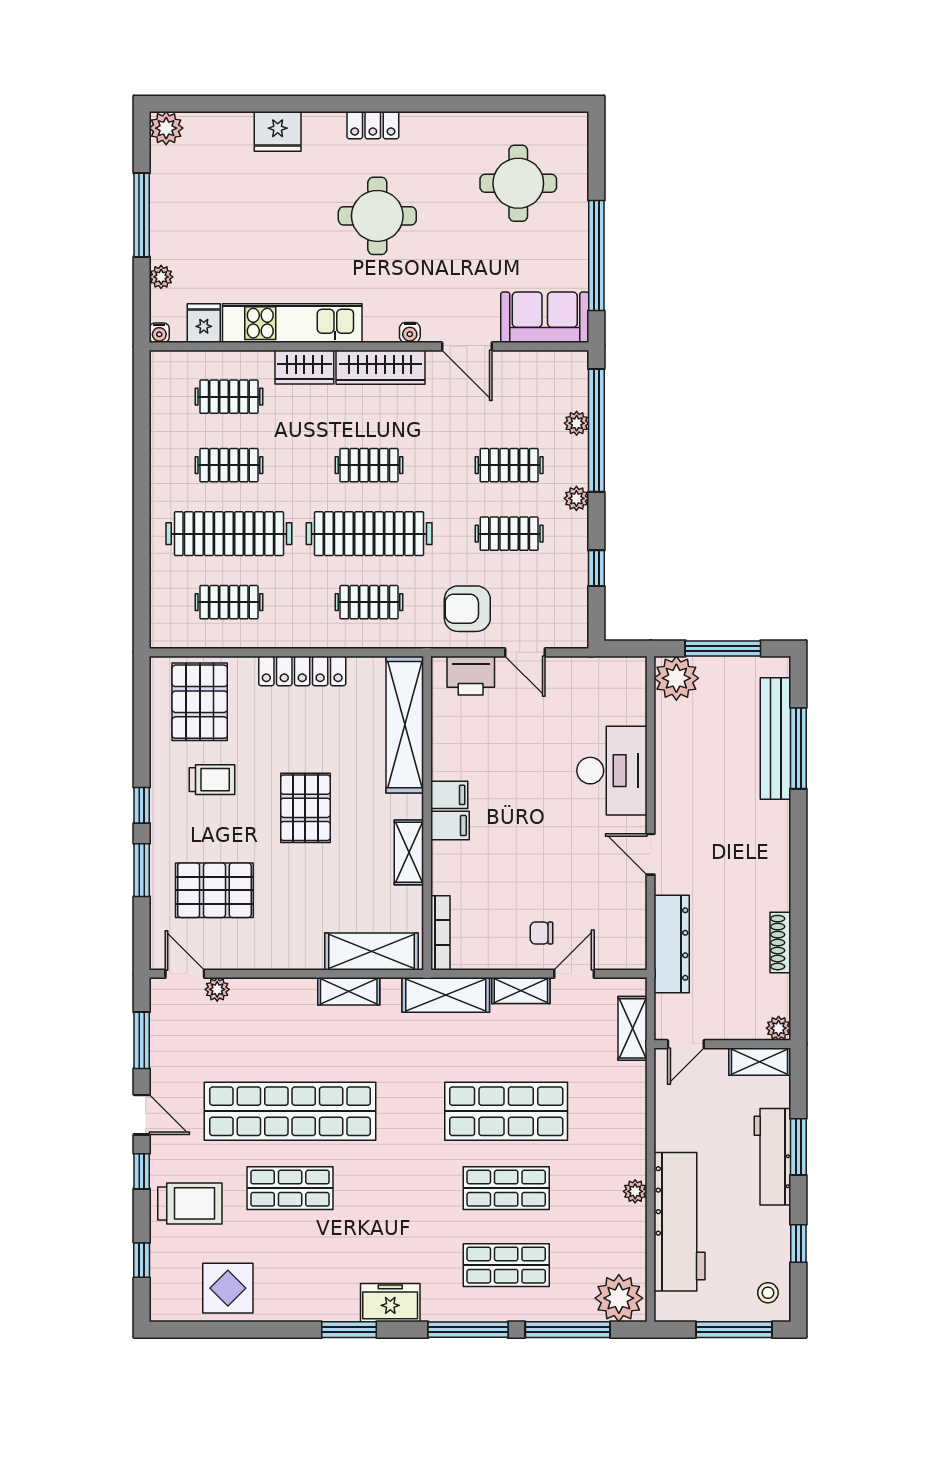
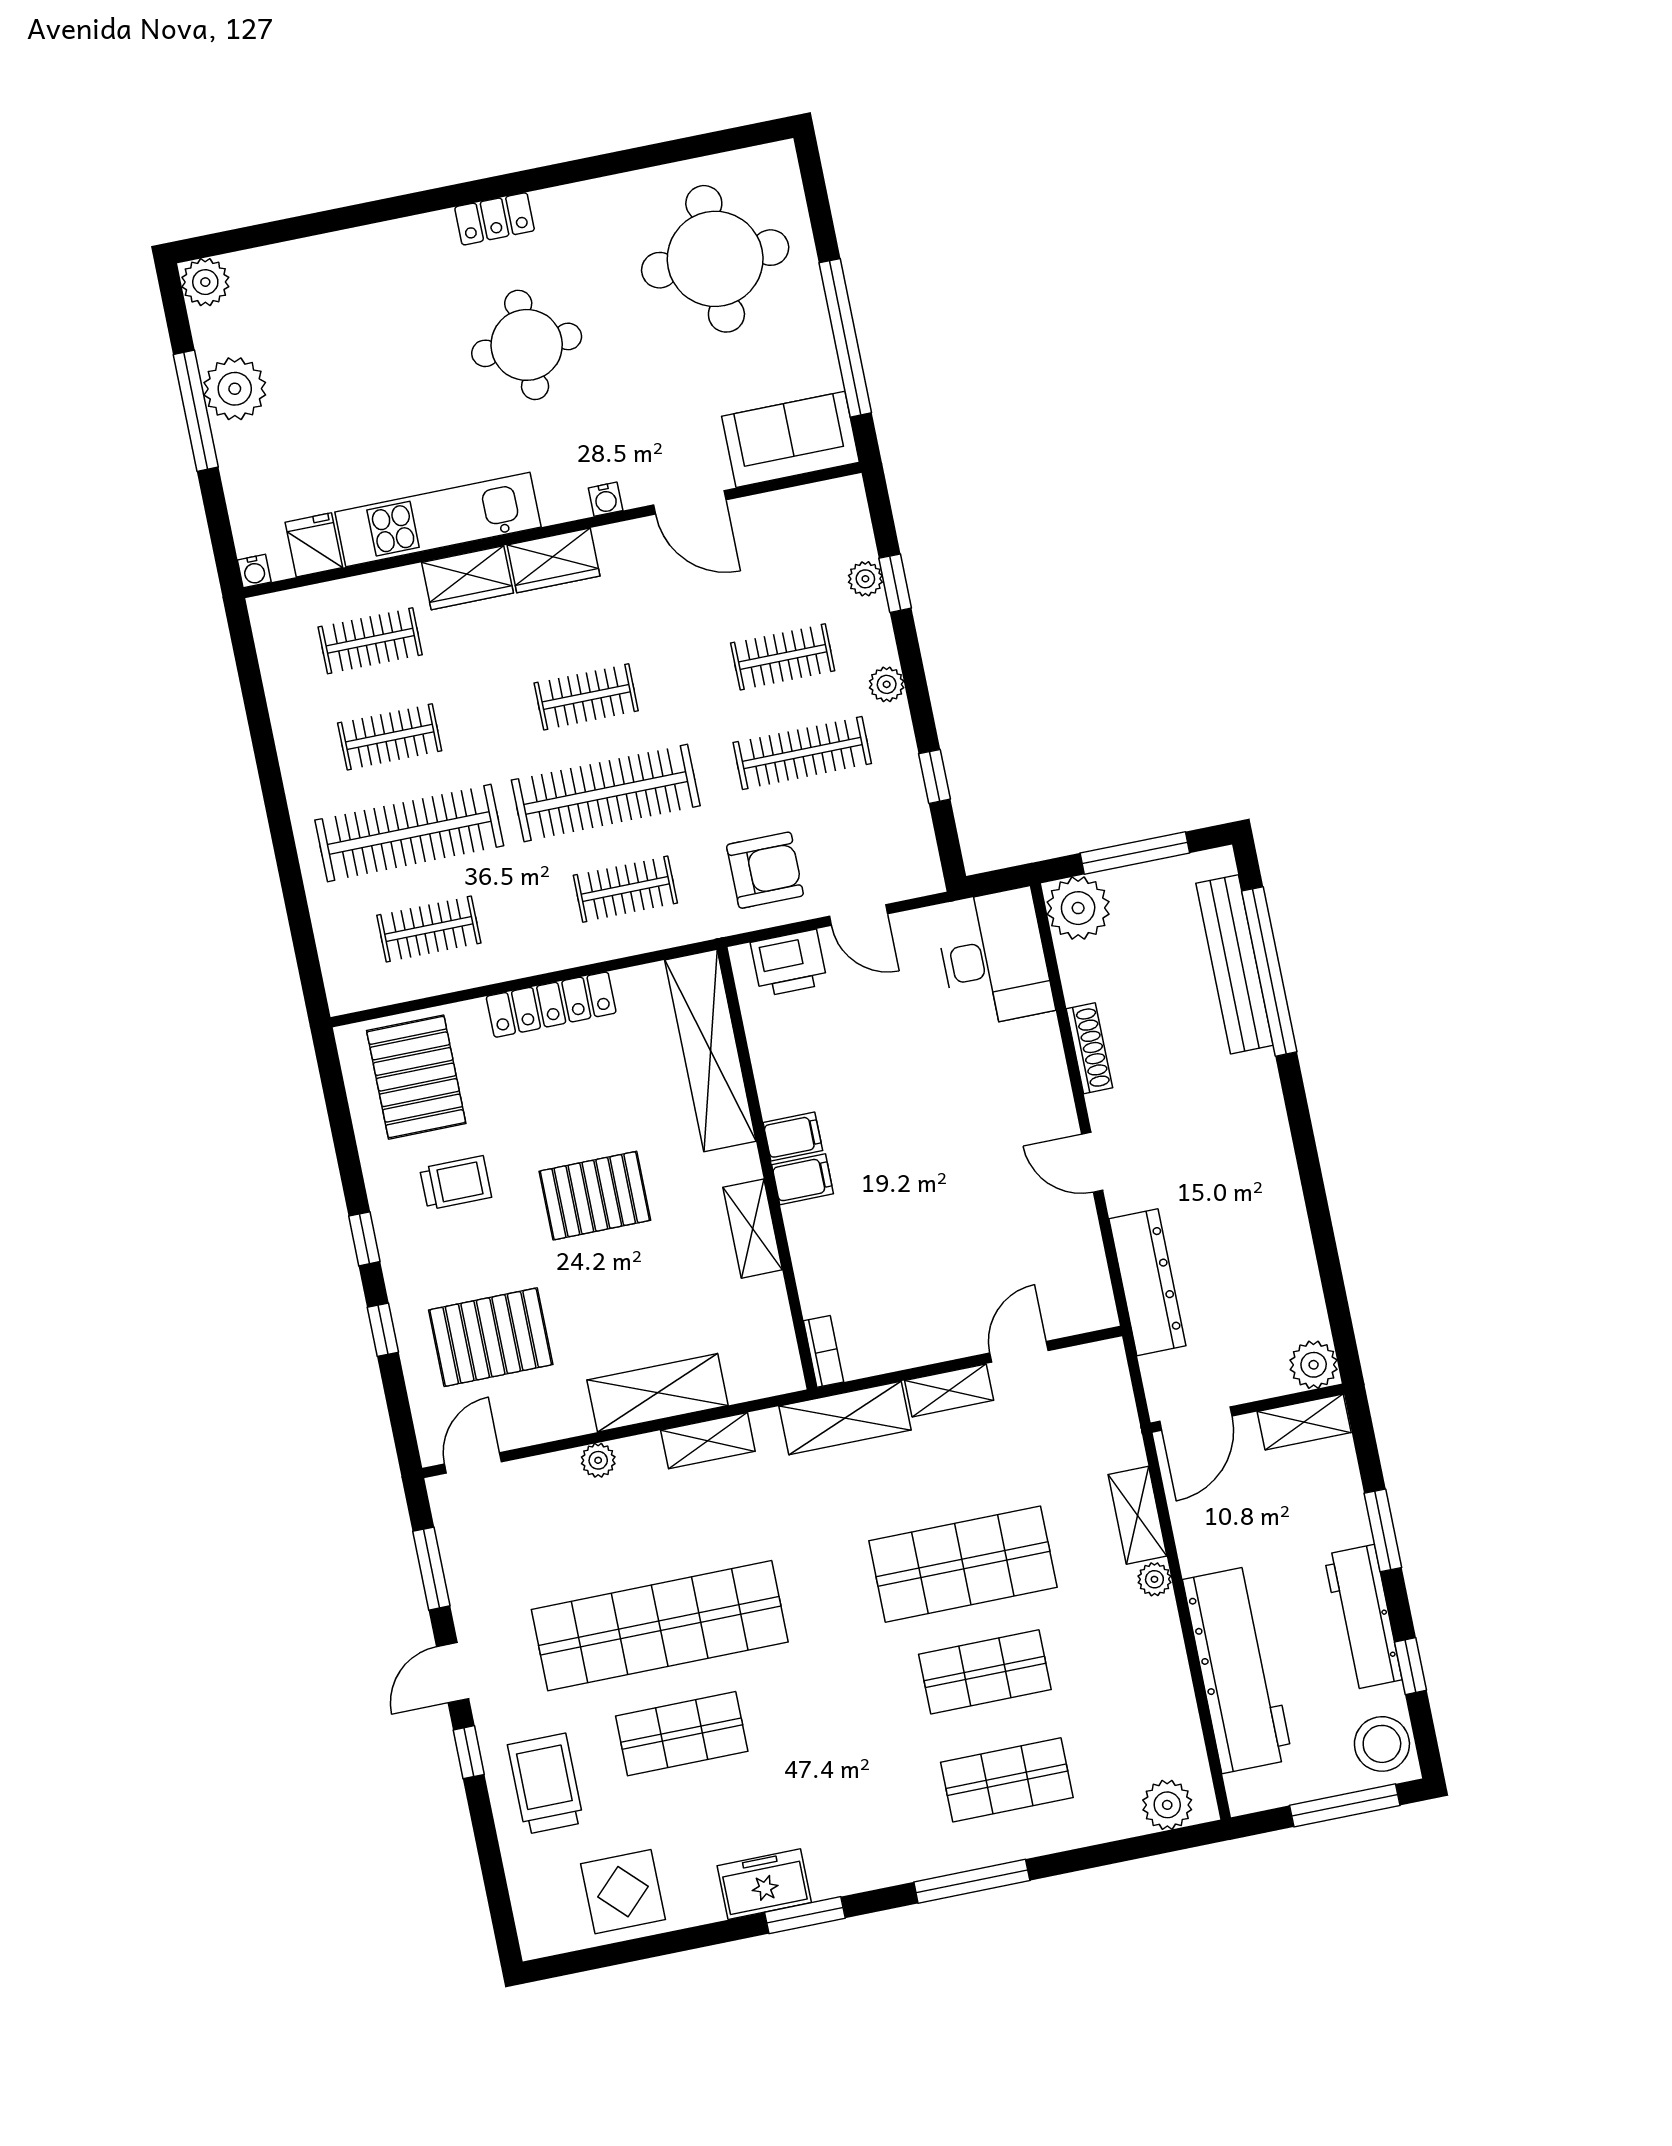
fridge: (278, 131) -> (363, 255), removed
round table: (518, 183) -> (715, 259), width x1.36, depth x1.36
plant: (161, 277) -> (235, 389), moved, width x1.87, depth x1.87
wardrobe: (380, 367) -> (554, 560), width x0.67
window: (596, 430) -> (895, 583), width x0.32
clothes rail: (509, 534) -> (802, 753), width x1.36
armchair: (467, 609) -> (765, 870), turned 180
window: (798, 748) -> (1269, 971), width x1.46
desk: (612, 771) -> (994, 958), moved
pallet: (305, 808) -> (595, 1196), turned 90
window: (142, 870) -> (383, 1330), width x0.67
bookcase: (440, 933) -> (824, 1351), width x0.64
chair: (541, 933) -> (962, 1304), removed
shoe rack: (780, 943) -> (1089, 1048), moved, turned 180
shelving: (372, 951) -> (658, 1393), moved
door: (185, 974) -> (473, 1463), hinge flipped
plant: (217, 989) -> (598, 1460), moved
shelving: (632, 1028) -> (1137, 1515), moved
plant: (779, 1028) -> (1314, 1365), width x1.38, depth x1.38
door: (686, 1044) -> (1196, 1419), width x1.38
door: (142, 1115) -> (453, 1673), swing flipped
workbench: (773, 1157) -> (1363, 1617), moved
plant: (635, 1191) -> (1154, 1579), moved
trolley: (190, 1203) -> (546, 1784), turned -90
window: (142, 1260) -> (494, 1877), removed
stool: (768, 1293) -> (1382, 1744), width x1.89, depth x1.89
plant: (619, 1298) -> (1167, 1805), width x0.73, depth x0.73
freezer: (390, 1303) -> (764, 1884), moved
window: (568, 1330) -> (1111, 1853), removed

